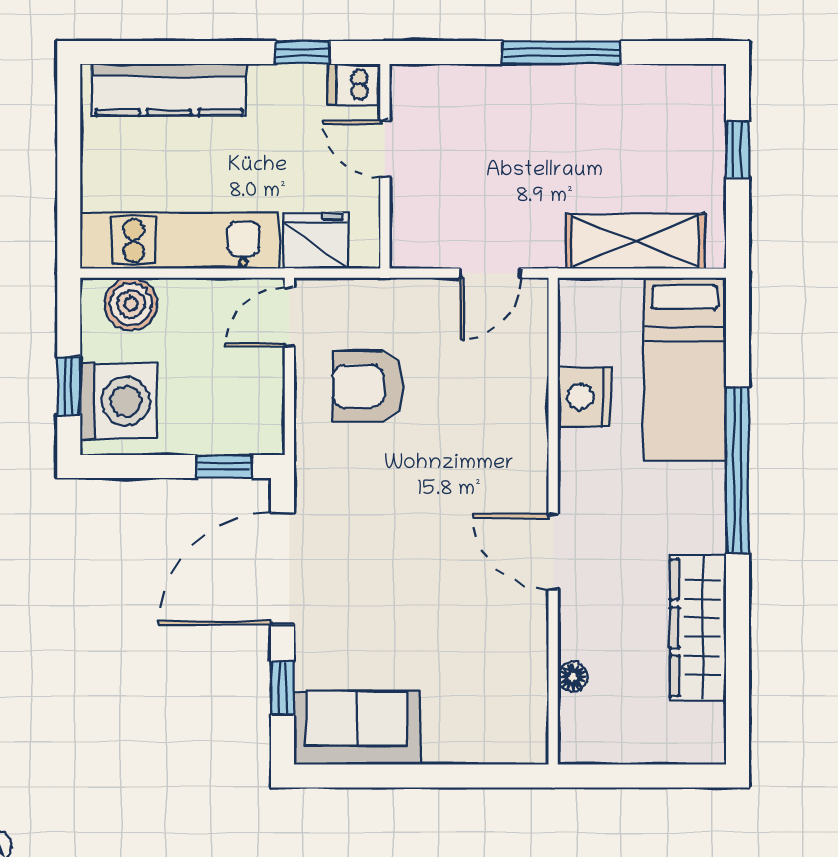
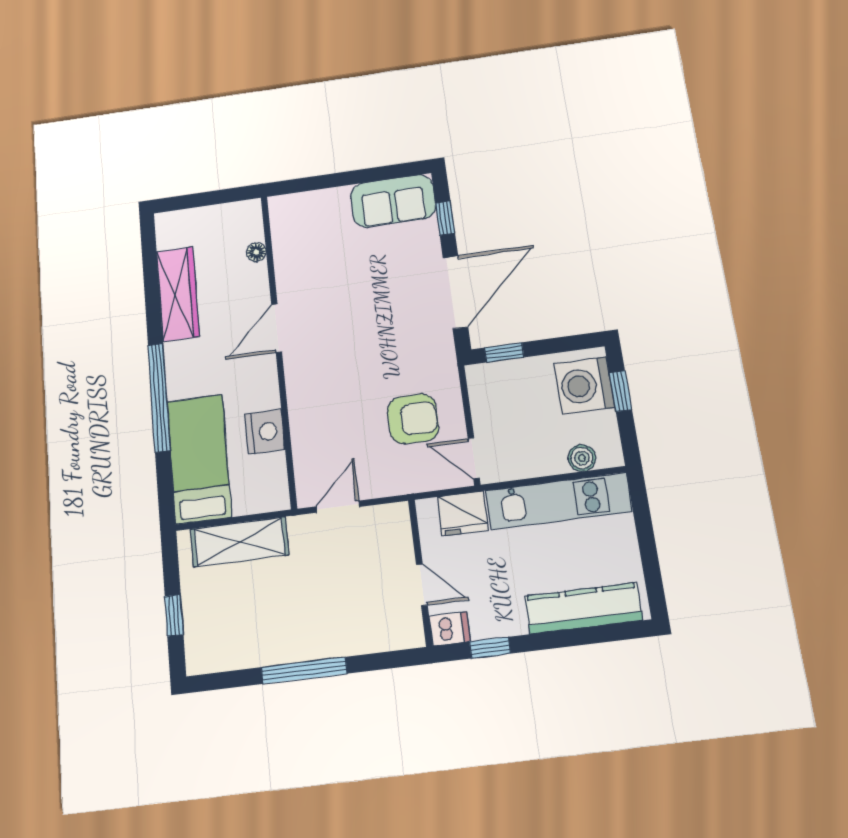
boiler: (131, 304) -> (582, 458), width x0.73, depth x0.73
door: (289, 317) -> (474, 458), swing flipped
door: (553, 552) -> (277, 328), swing flipped

